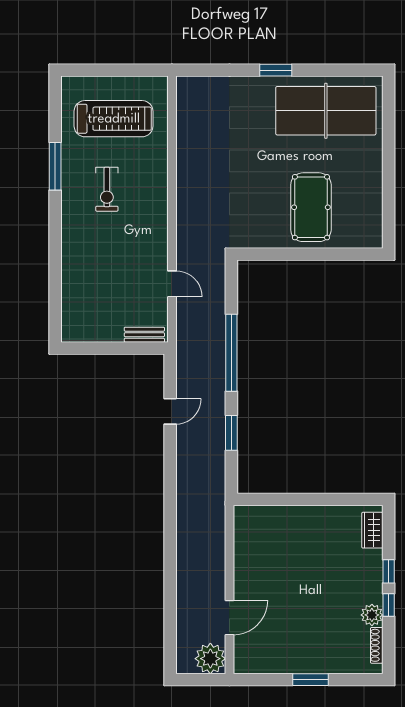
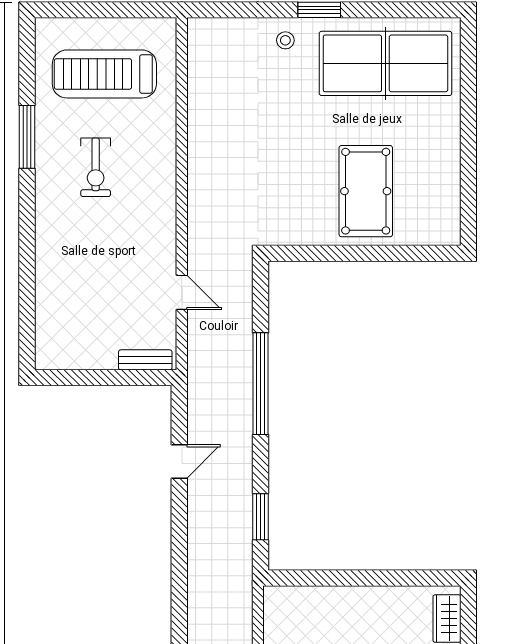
stool: (250, 93) -> (285, 40), added
treadmill: (114, 119) -> (104, 74), turned 180
window: (231, 433) -> (260, 517), moved

